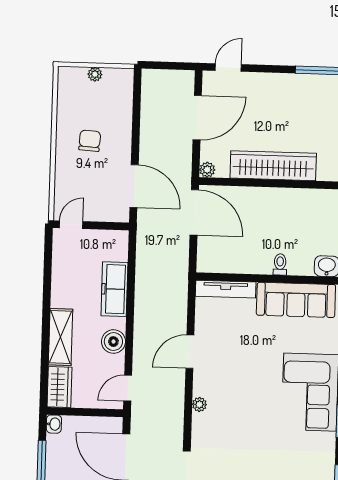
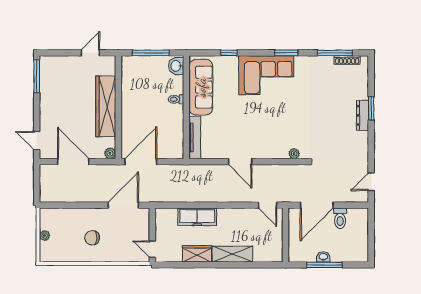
boiler: (113, 342) -> (235, 216), removed
wardrobe: (59, 387) -> (197, 254), moved
plant: (199, 404) -> (294, 154), moved
washbasin: (54, 424) -> (323, 257), moved

